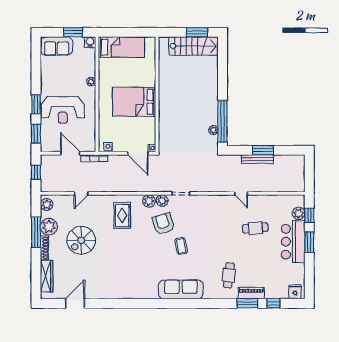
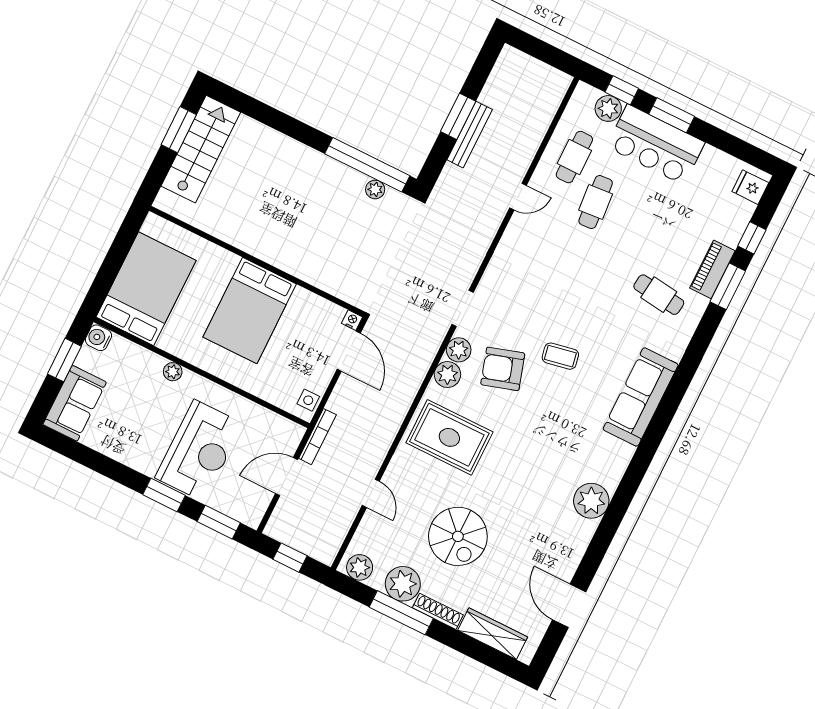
bed: (121, 47) -> (146, 289), width x1.50
door: (138, 153) -> (349, 351), hinge flipped
cafe table: (270, 209) -> (574, 157), added
rug: (122, 215) -> (449, 437), width x1.36, depth x1.43
plant: (125, 290) -> (591, 501), added

